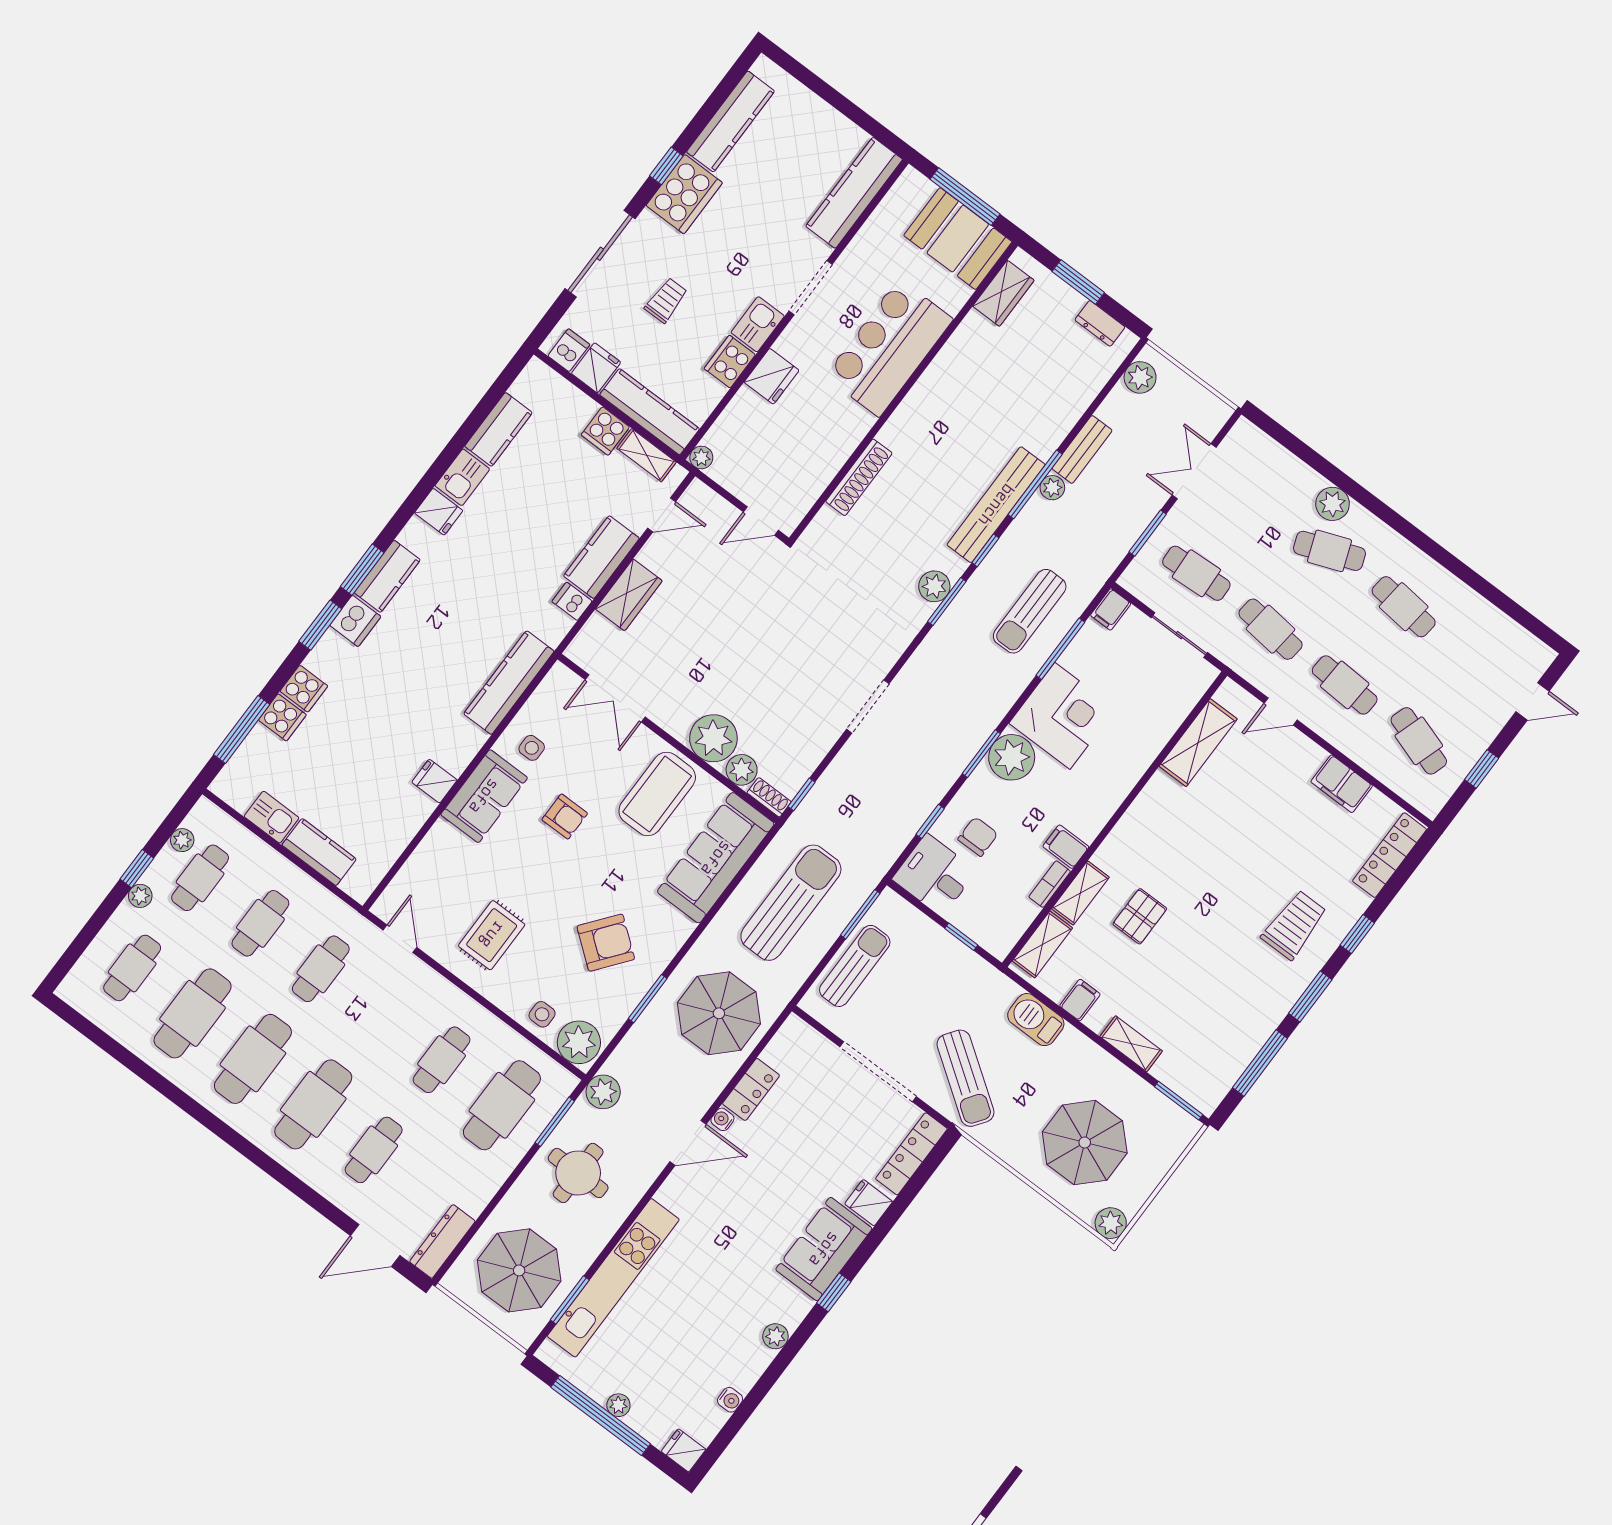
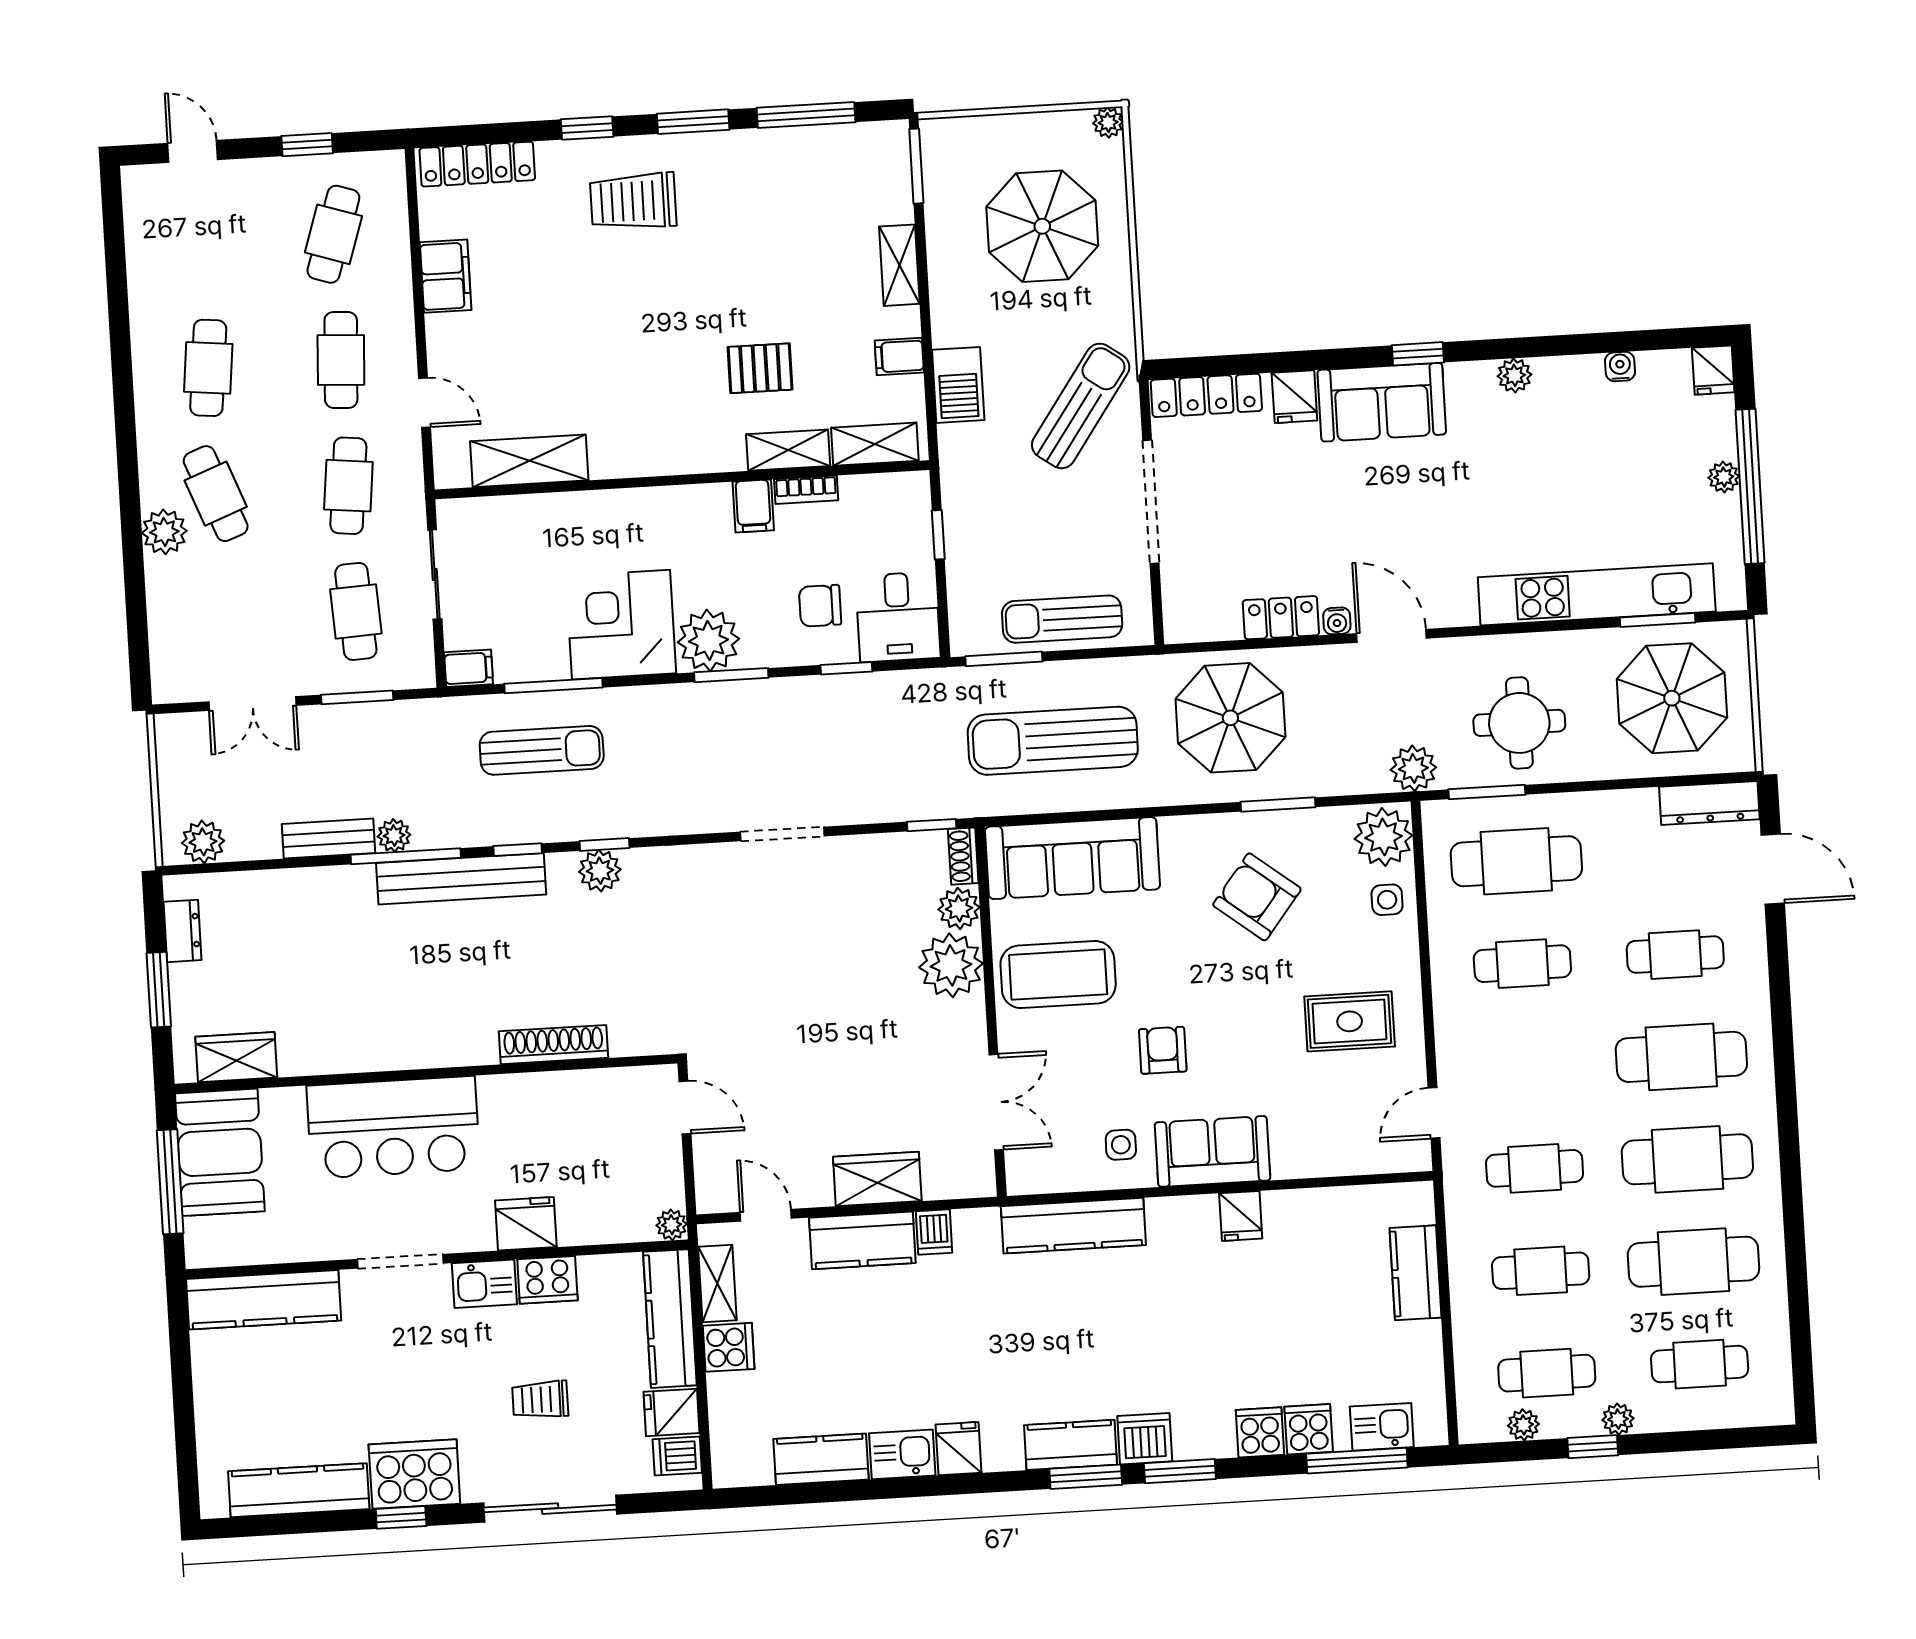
window: (947, 602) -> (605, 844), width x0.67
kitchen sink: (272, 817) -> (1382, 1427), moved, turned 90
plant: (1111, 1223) -> (1108, 122), width x0.73, depth x0.73

